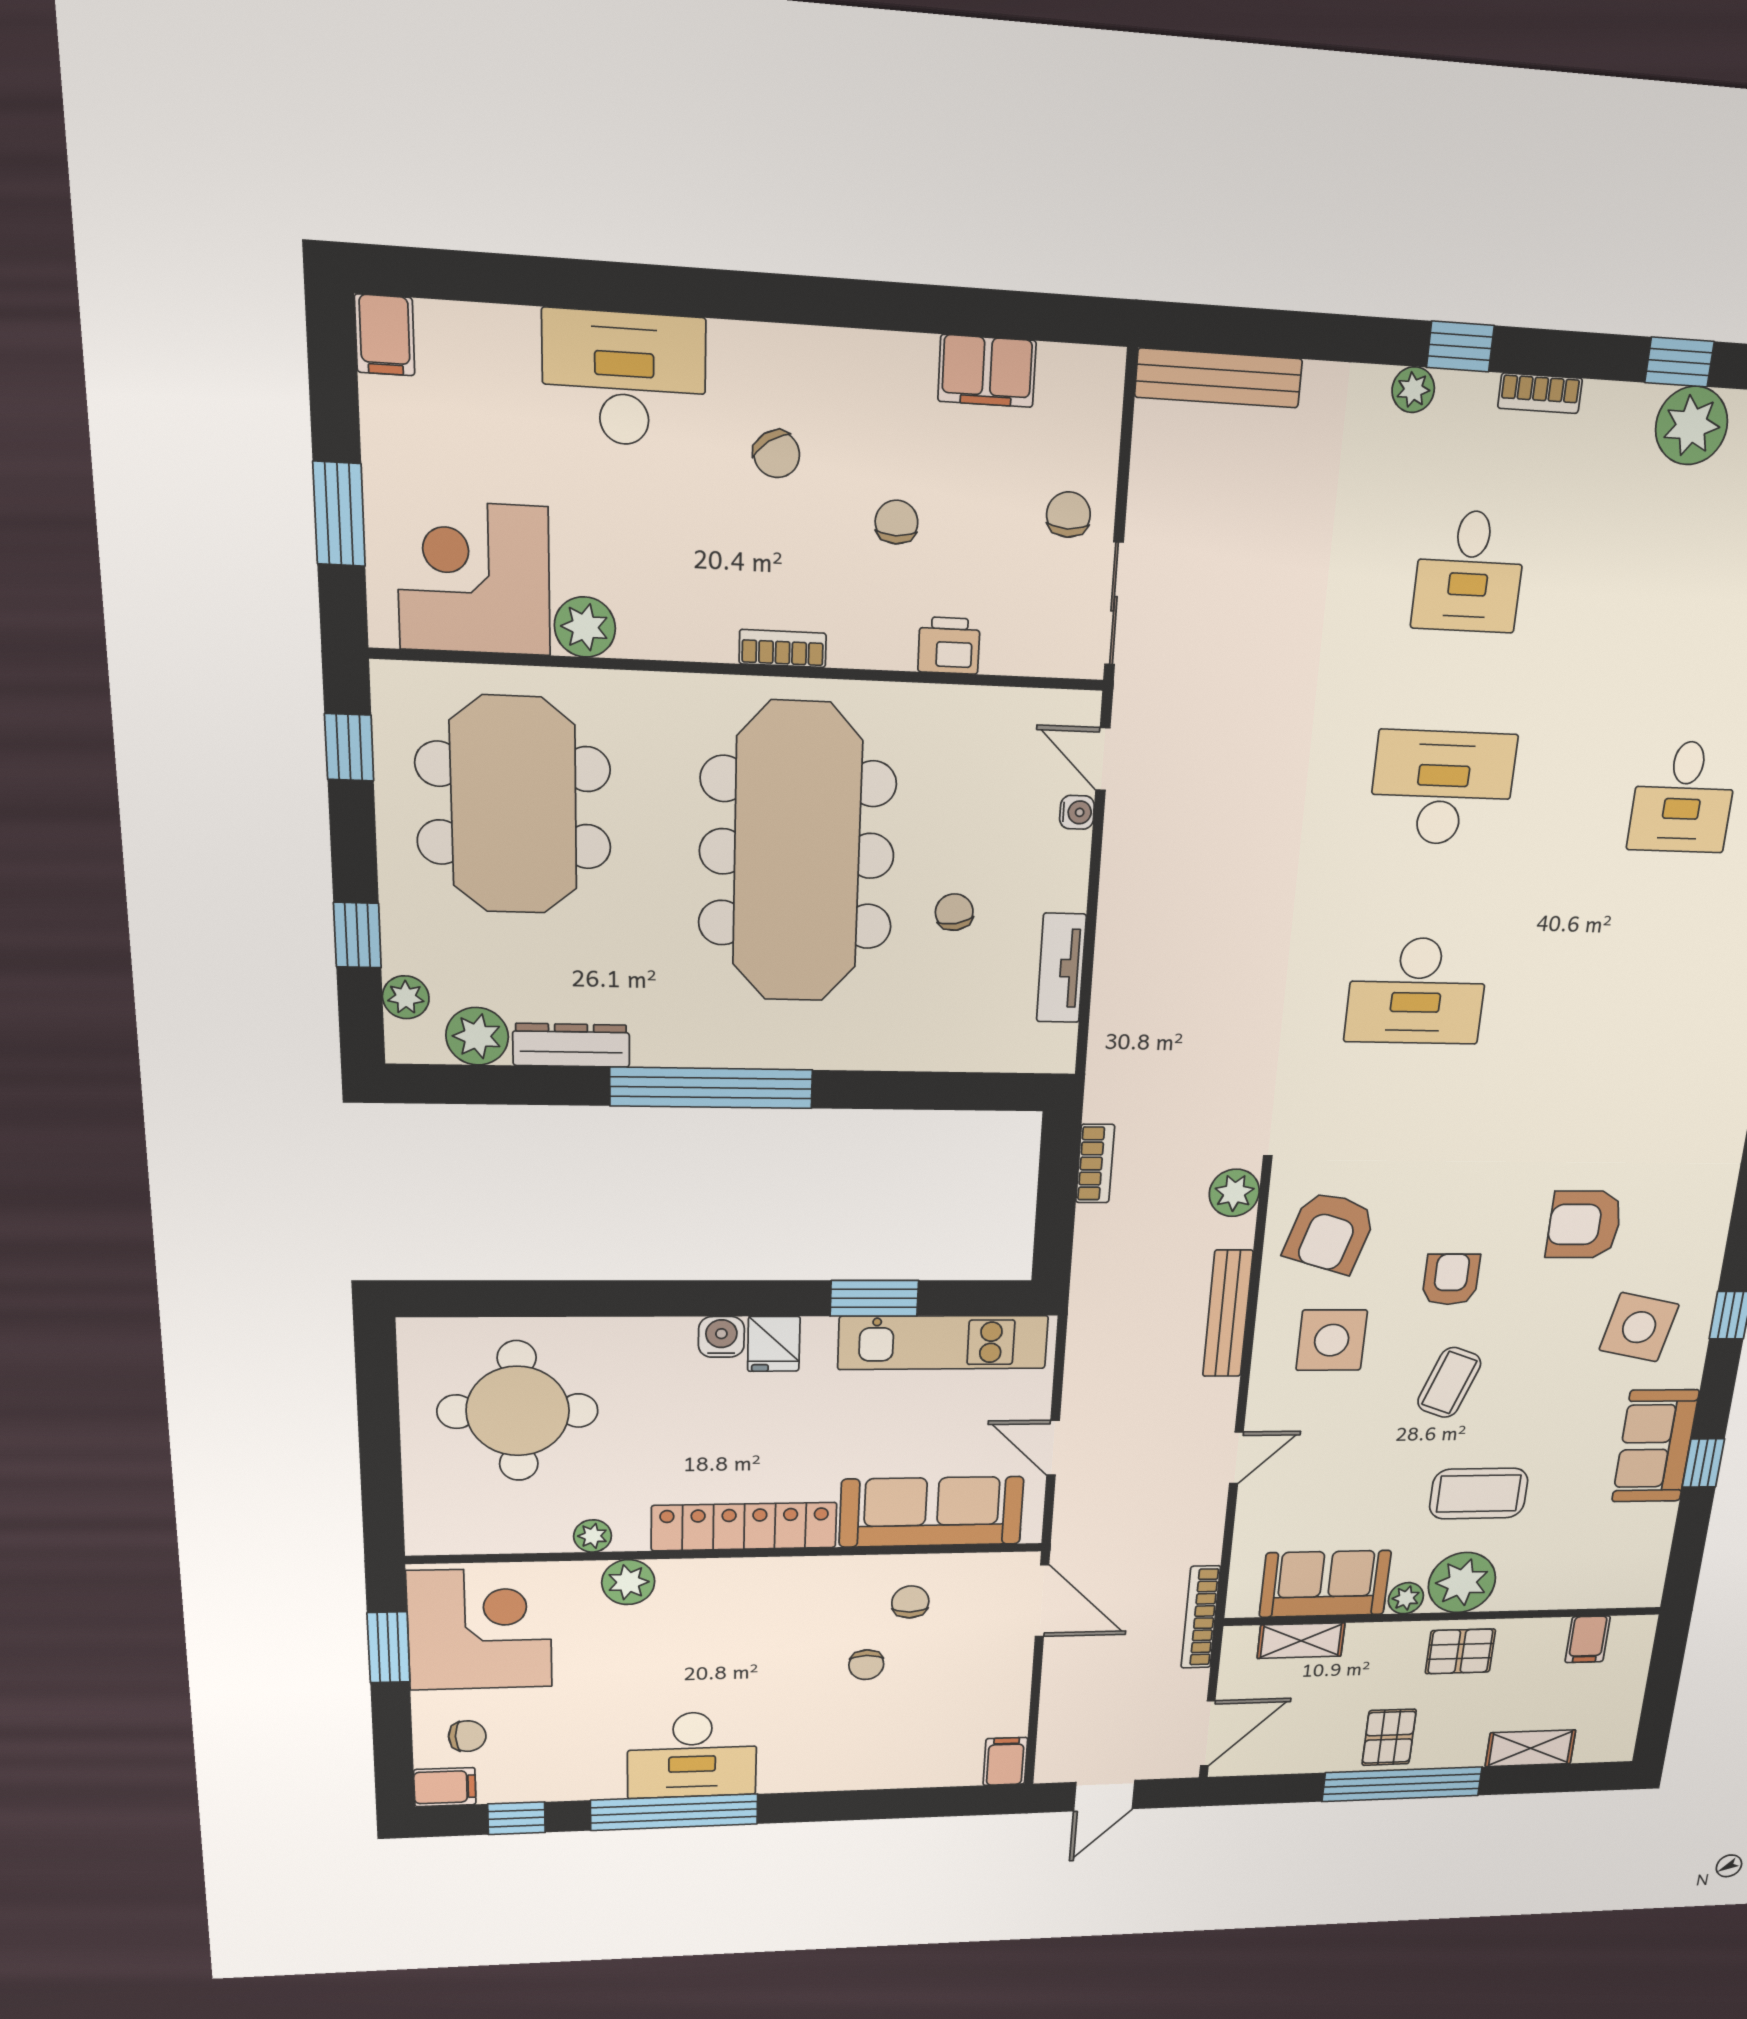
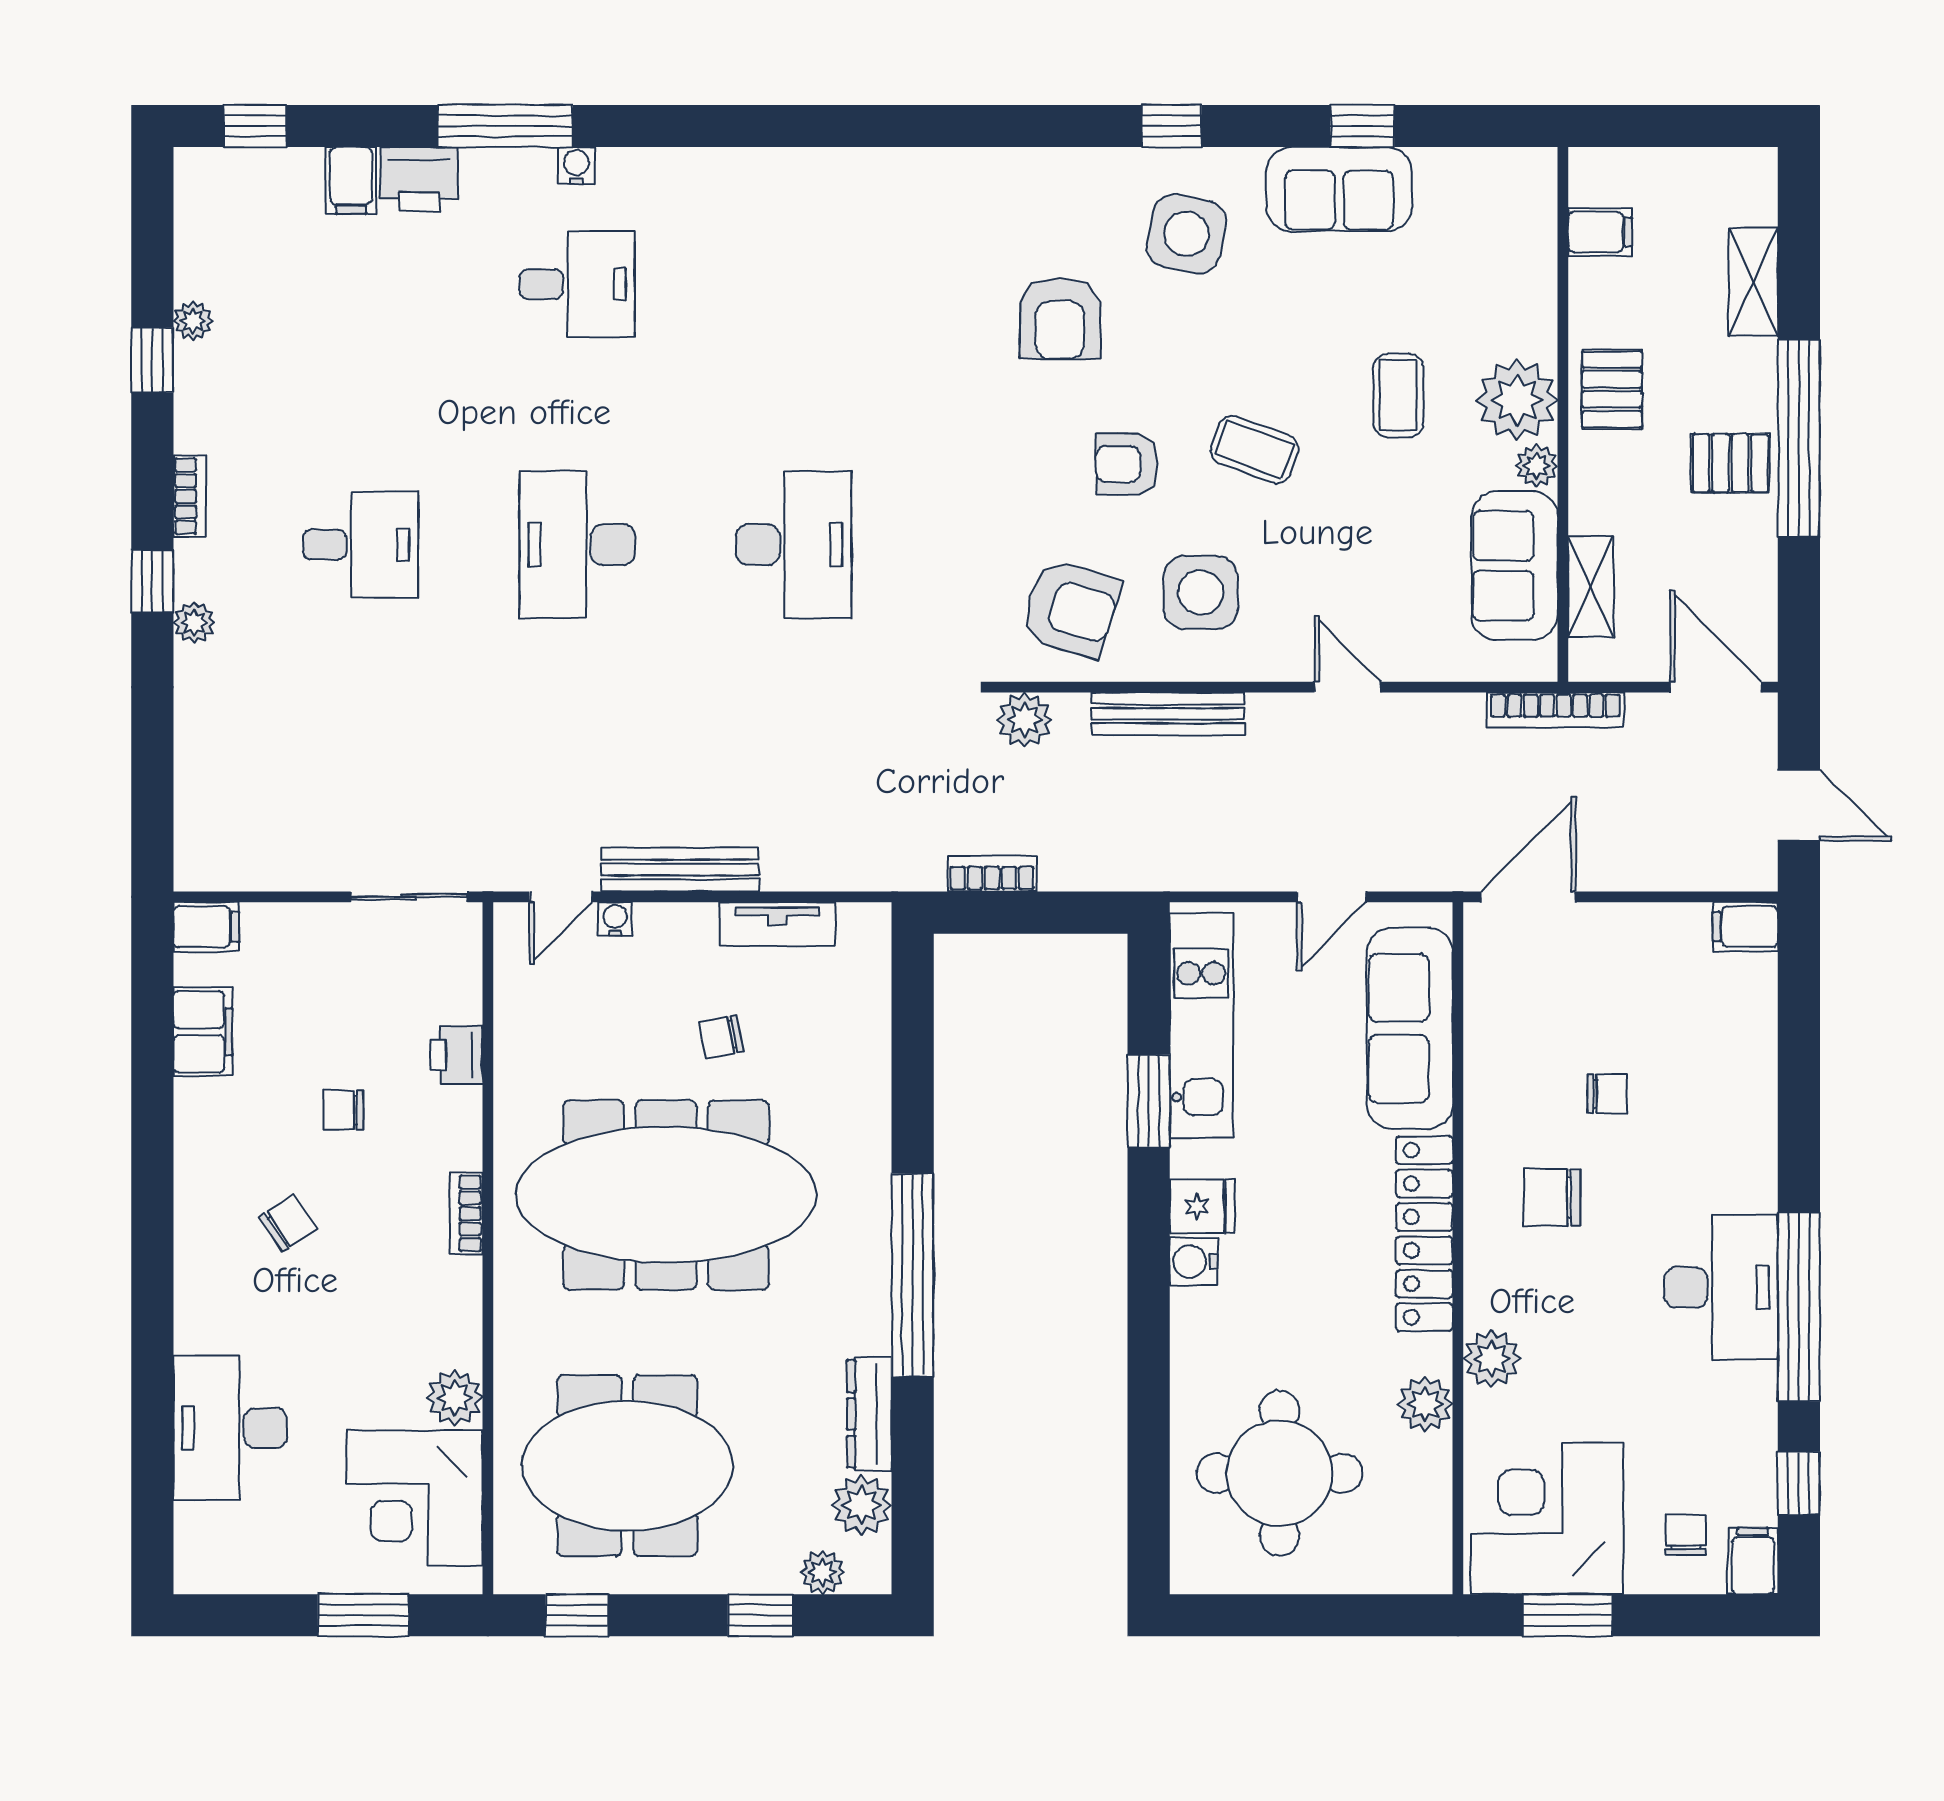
filing cabinet: (385, 335) -> (206, 927), moved
bench: (1219, 378) -> (680, 870), moved, turned 90
desk: (624, 379) -> (230, 1428), moved
plant: (1692, 426) -> (193, 321), width x0.53, depth x0.53
chair: (1068, 515) -> (328, 947), removed
coffee table: (1479, 1494) -> (1398, 395), width x0.73, depth x0.77
plant: (593, 1536) -> (1425, 1404), width x1.38, depth x1.38
chair: (910, 1602) -> (1552, 1197), moved, width x1.37, depth x1.37

